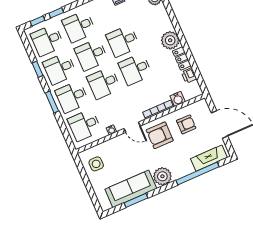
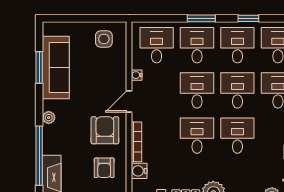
plant: (162, 176) -> (49, 118), width x0.53, depth x0.53

